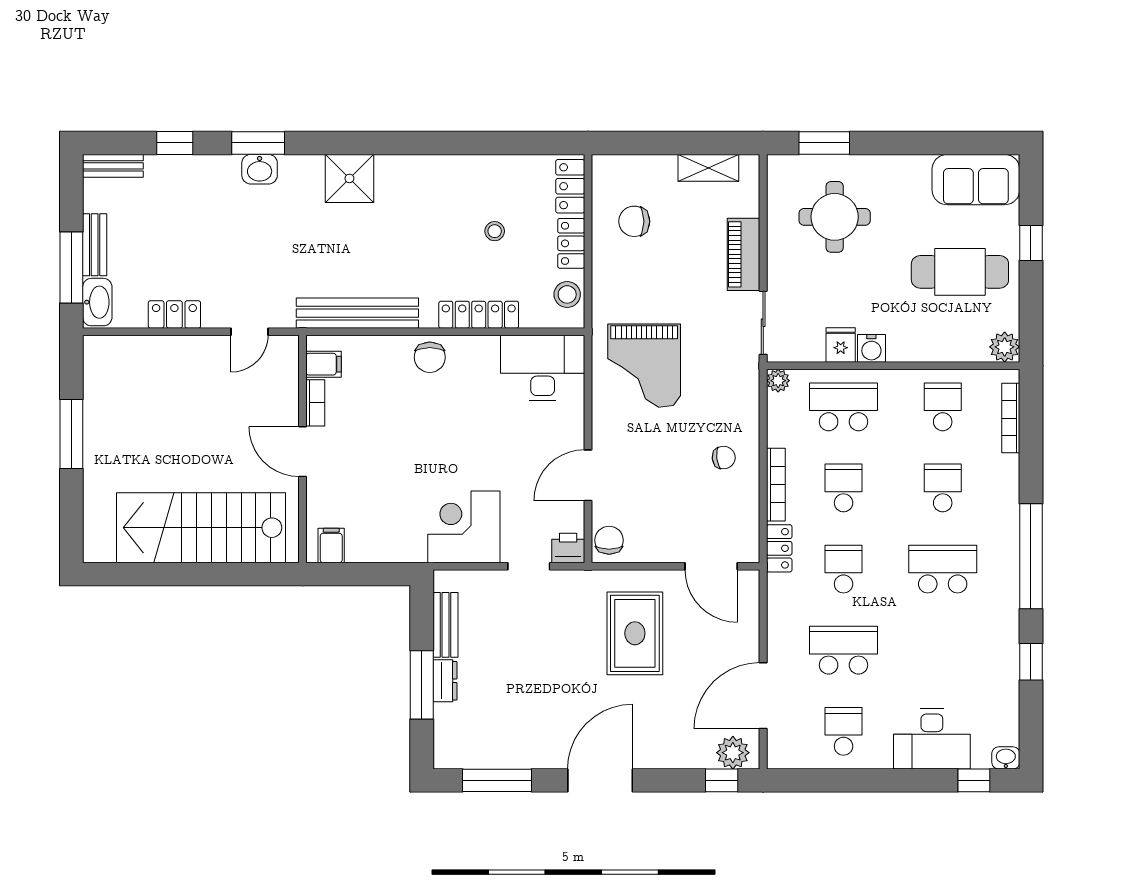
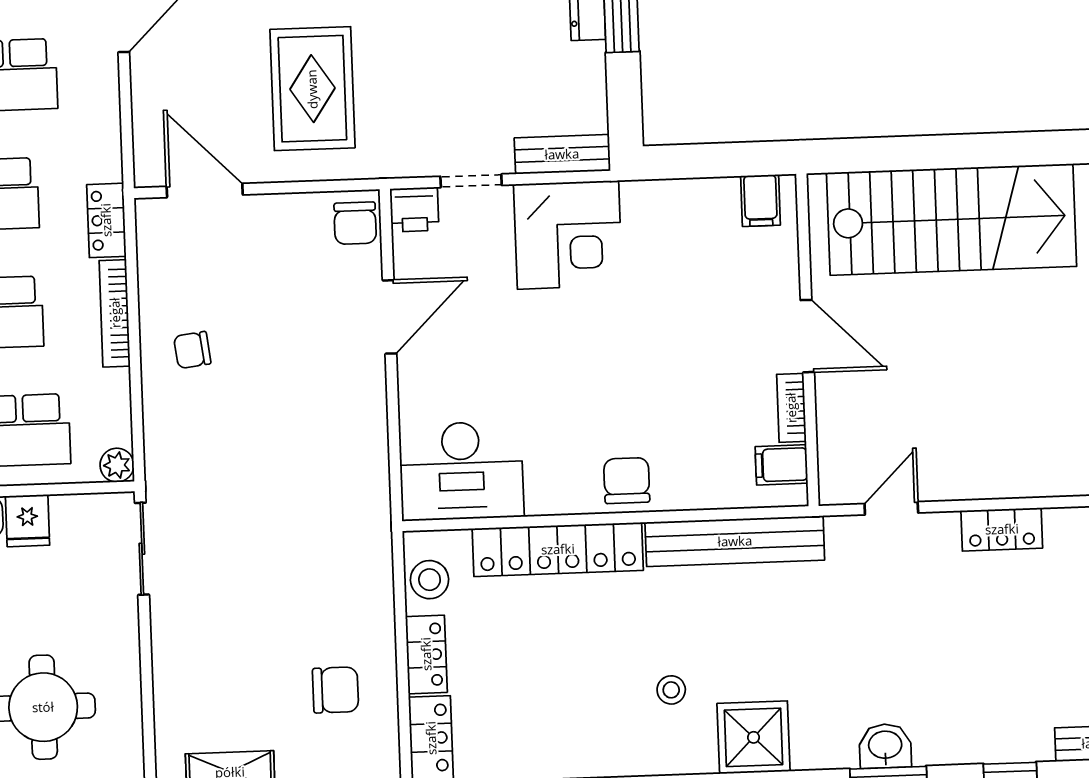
stool: (495, 231) -> (671, 690), moved
piano: (743, 254) -> (174, 648), removed
locker: (479, 315) -> (558, 549), width x1.41, depth x1.21
grand piano: (644, 366) -> (313, 480), removed
bench: (446, 625) -> (562, 154), moved, turned 90

